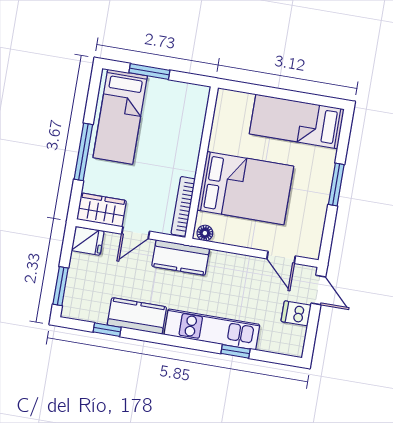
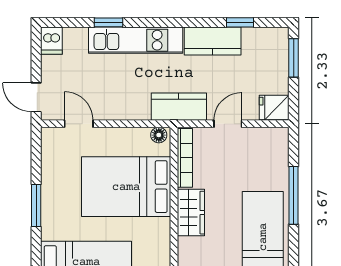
wardrobe: (102, 210) -> (191, 213), moved, turned -90
dishwasher: (296, 313) -> (51, 41), moved, turned 90

